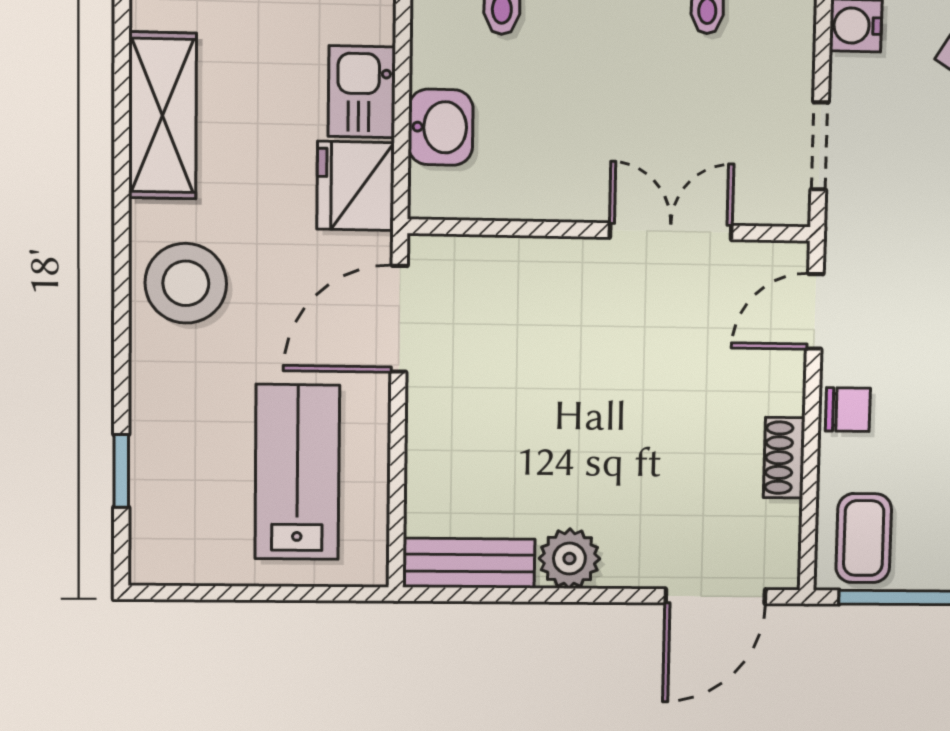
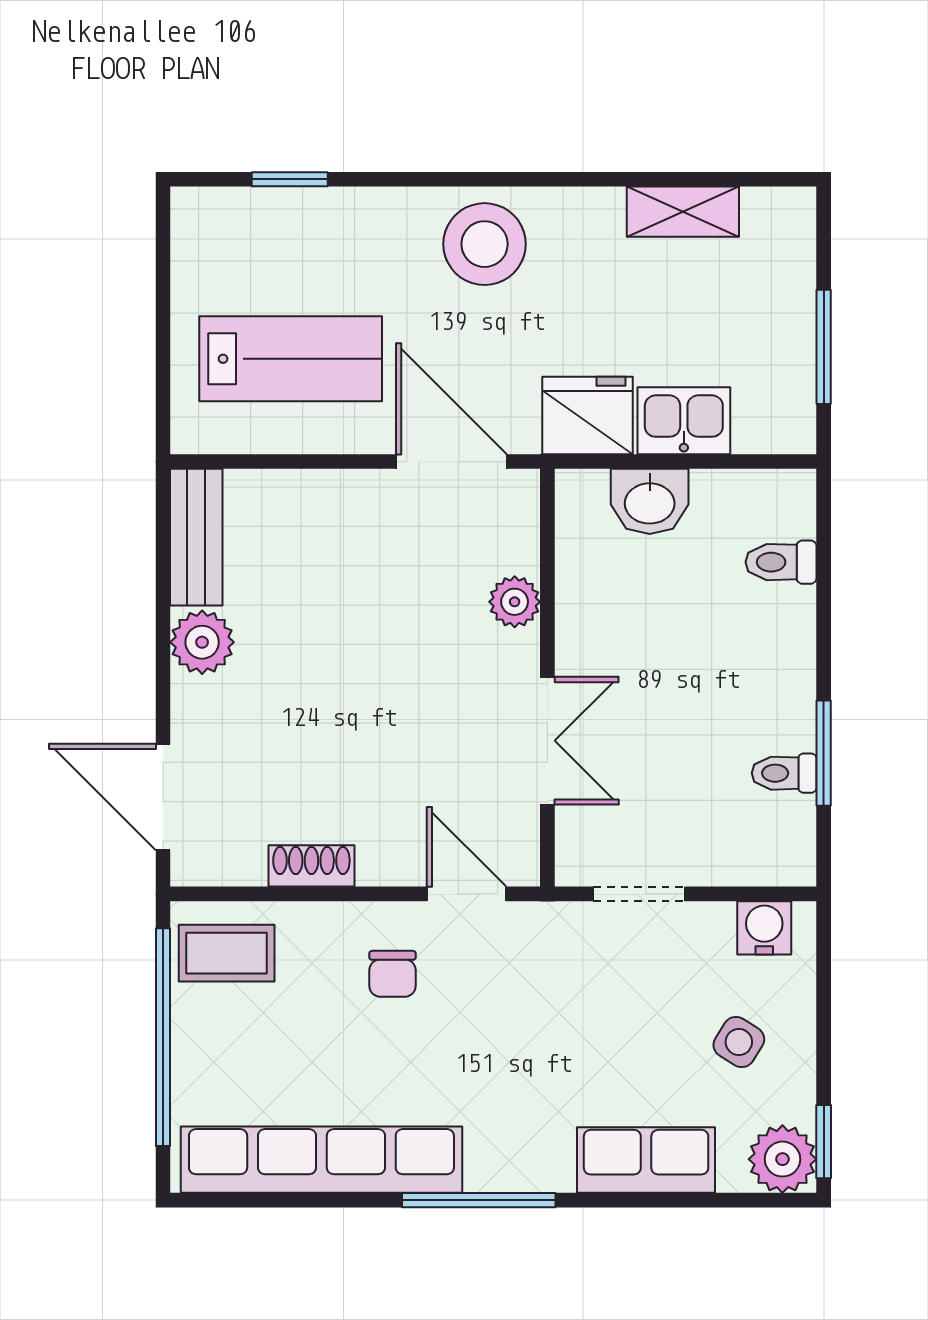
shelving: (163, 116) -> (683, 212), width x0.67, depth x0.75
plant: (536, 260) -> (515, 602), added
chair: (848, 410) -> (393, 974), moved

